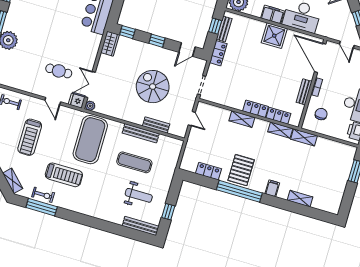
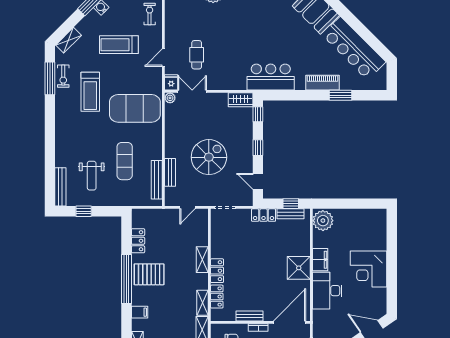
bench: (141, 133) -> (157, 180), moved

